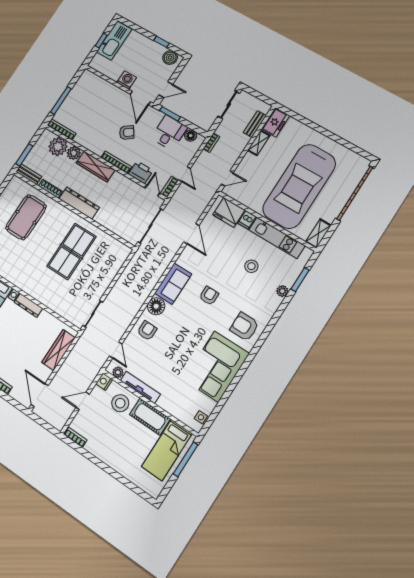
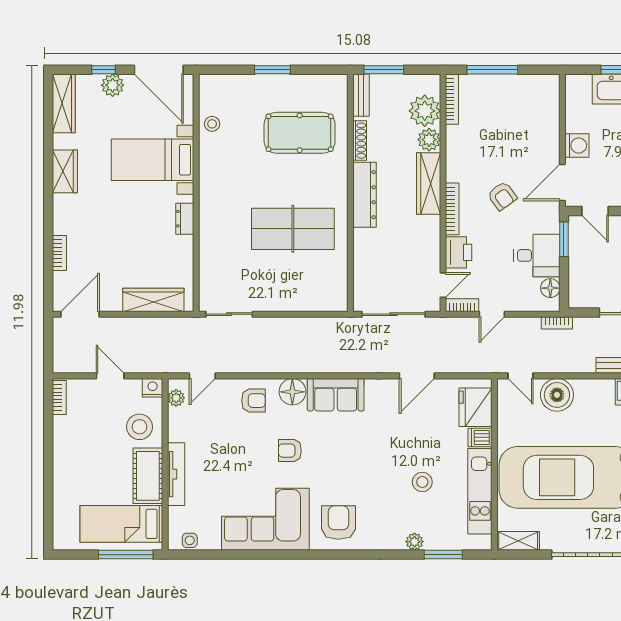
shelving: (259, 143) -> (594, 387), removed
boiler: (250, 165) -> (557, 395), added
armchair: (209, 296) -> (290, 451), moved, turned 180
dresser: (28, 305) -> (185, 219), width x0.70
tv unit: (140, 387) -> (176, 474), moved

